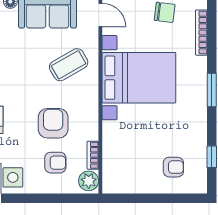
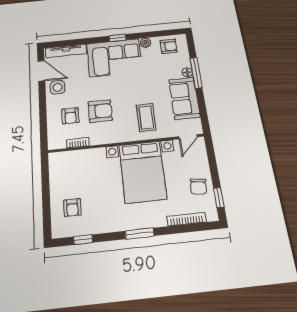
coffee table: (69, 65) -> (146, 117), turned 30
plant: (89, 181) -> (58, 142), removed

